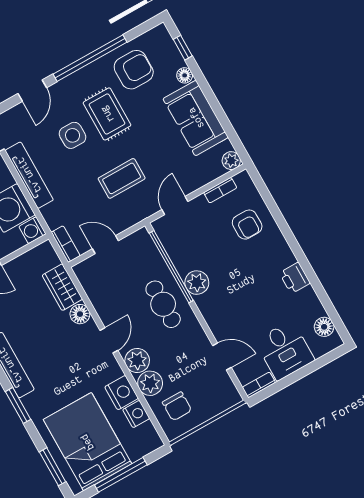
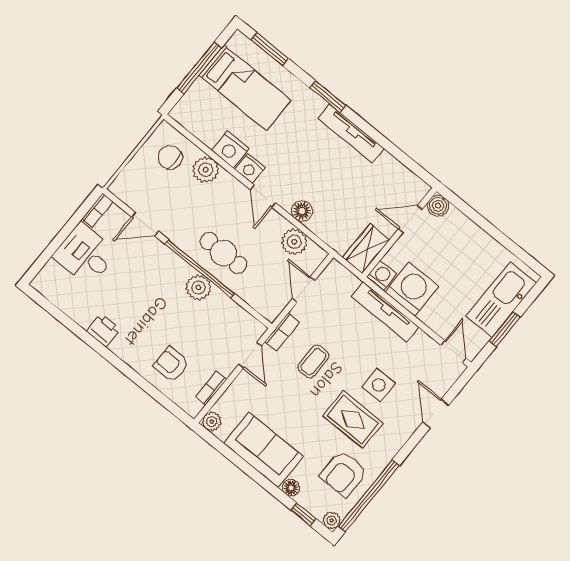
plant: (160, 33) -> (332, 520), added
window: (90, 58) -> (369, 496), moved
tv unit: (29, 175) -> (385, 312), moved
coffee table: (122, 178) -> (313, 361), width x0.73, depth x0.77
bookcase: (66, 244) -> (282, 332), moved, turned -90
door: (105, 245) -> (304, 289), swing flipped
window: (171, 267) -> (200, 269), moved
wardrobe: (62, 287) -> (366, 249), moved, turned -90
floor lamp: (324, 327) -> (55, 293), removed
plant: (137, 361) -> (294, 242), moved
nightstand: (136, 414) -> (250, 169), moved
bed: (87, 442) -> (245, 88), width x0.67

